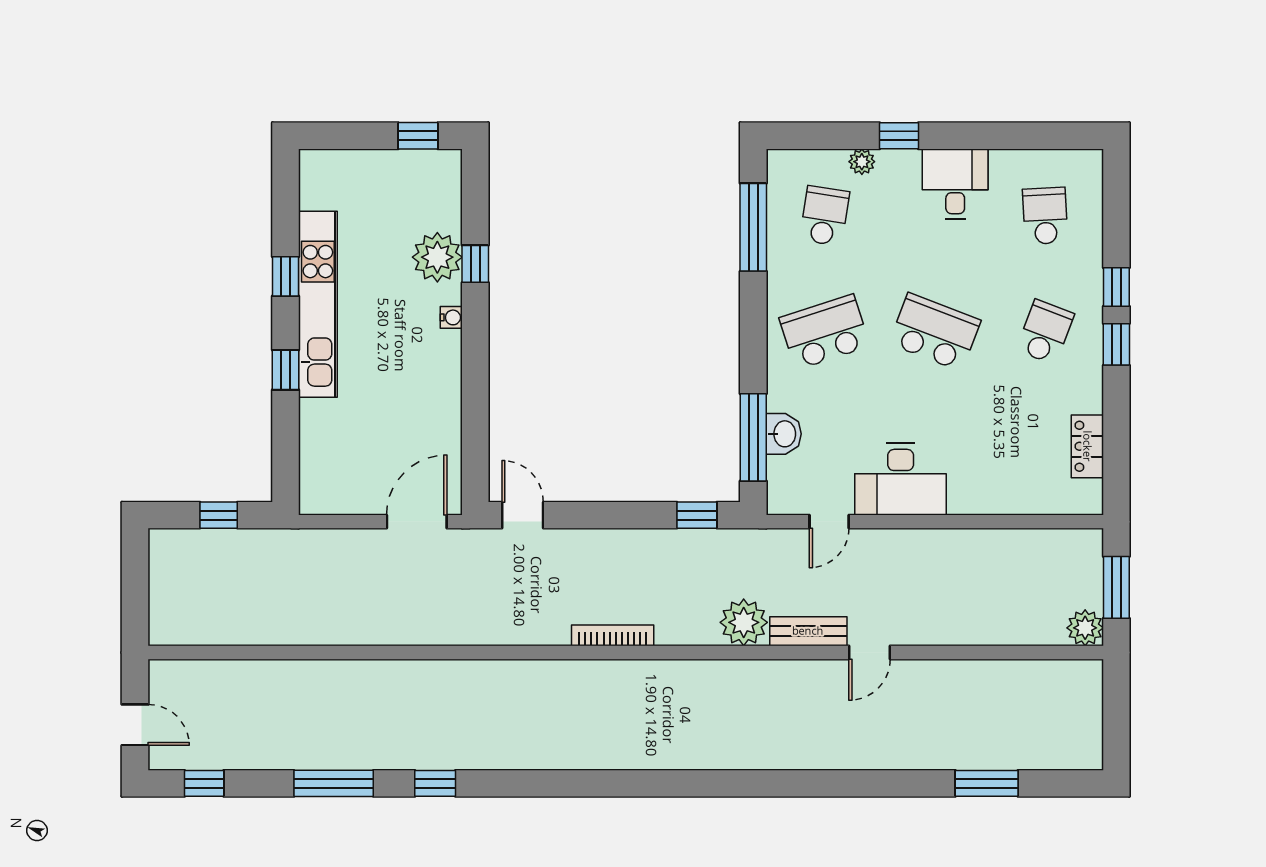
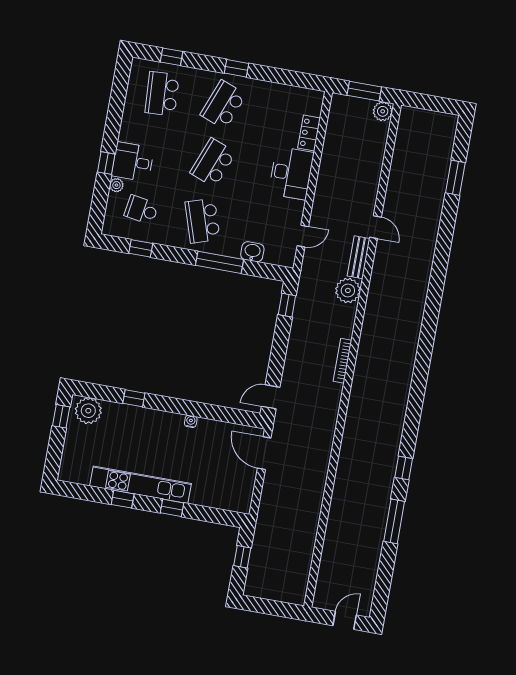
desk: (955, 184) -> (133, 162), moved
school desk: (1045, 216) -> (162, 94), width x1.85
window: (753, 227) -> (141, 248), width x0.46
plant: (437, 257) -> (88, 411), moved
window: (1116, 287) -> (172, 57), moved
water cooler: (451, 317) -> (191, 421), moved
school desk: (1045, 332) -> (223, 105), width x1.85
window: (753, 437) -> (220, 262), moved
locker: (1087, 446) -> (309, 133), moved, turned 90
desk: (901, 479) -> (291, 173), moved
door: (829, 522) -> (303, 236), hinge flipped
window: (204, 783) -> (382, 590), removed

